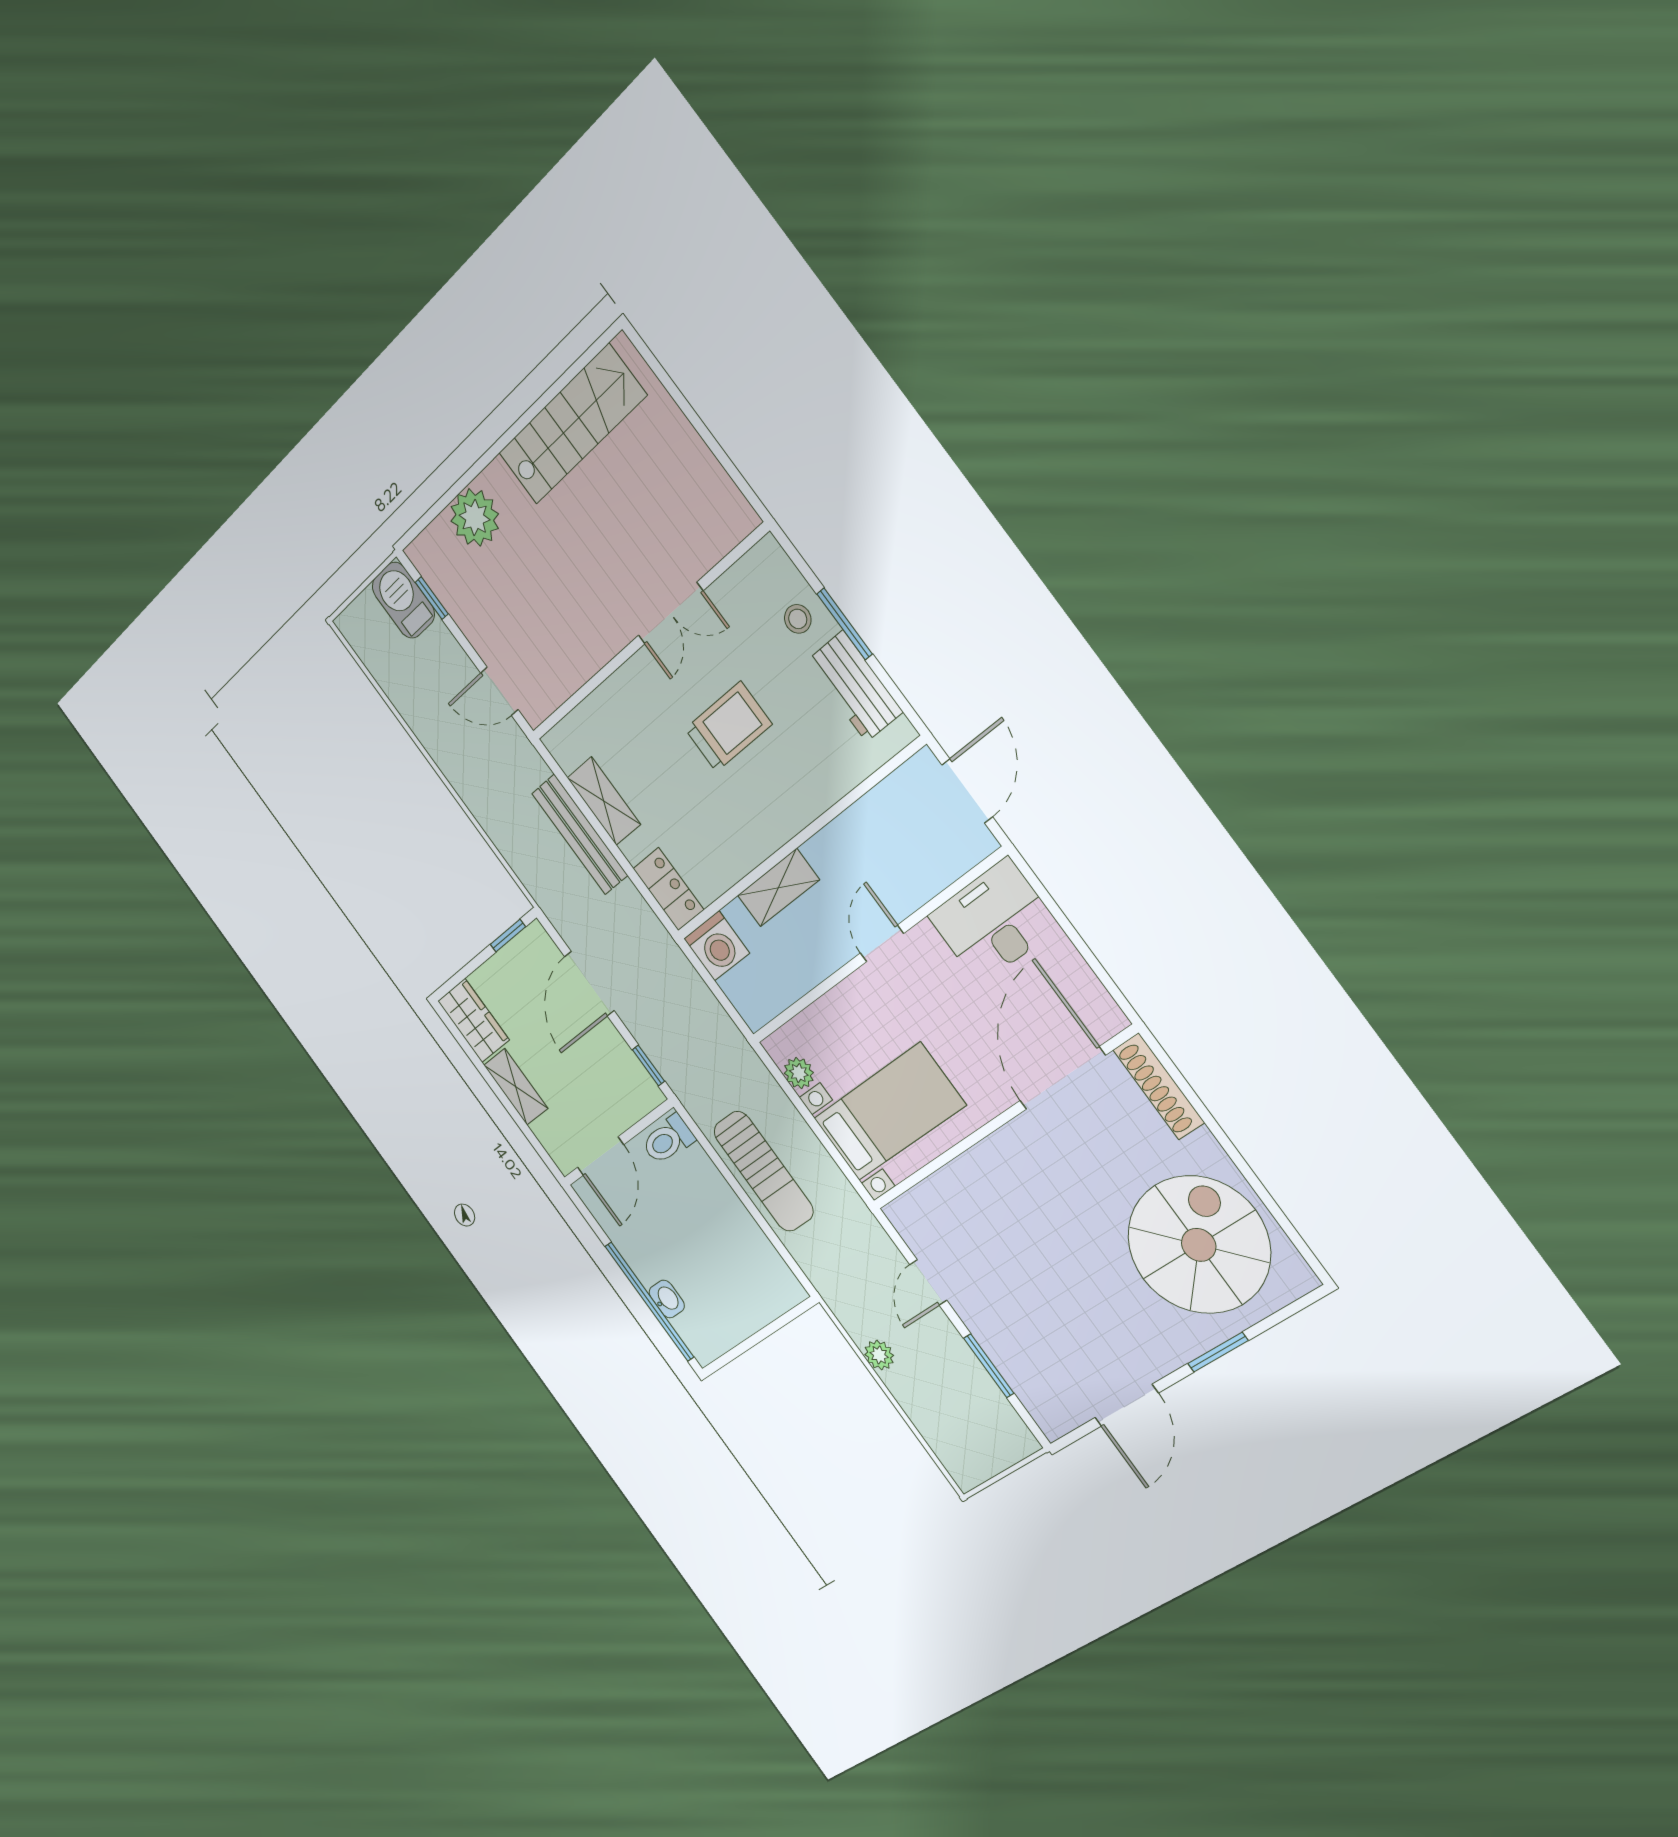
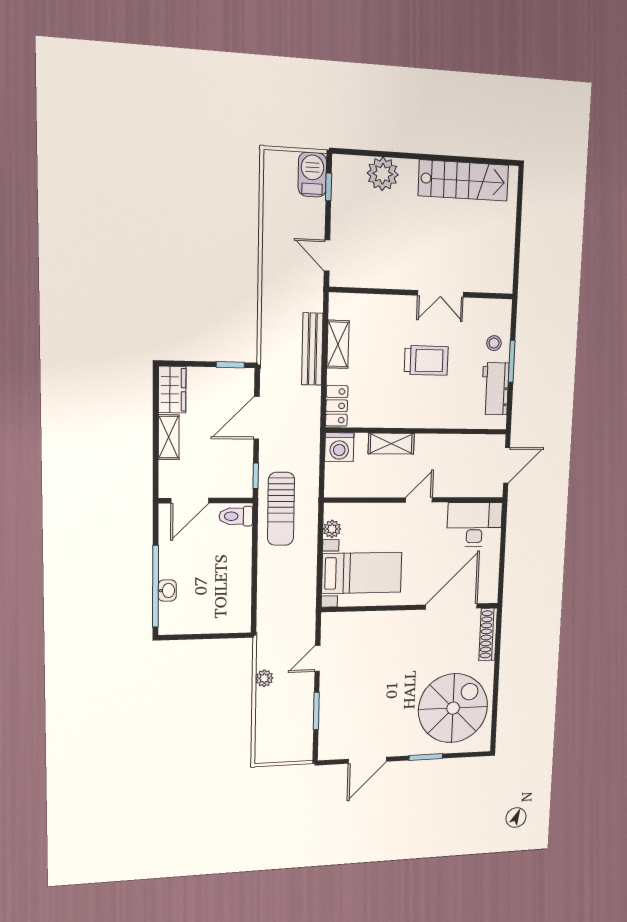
sun lounger: (764, 1171) -> (281, 509), moved

